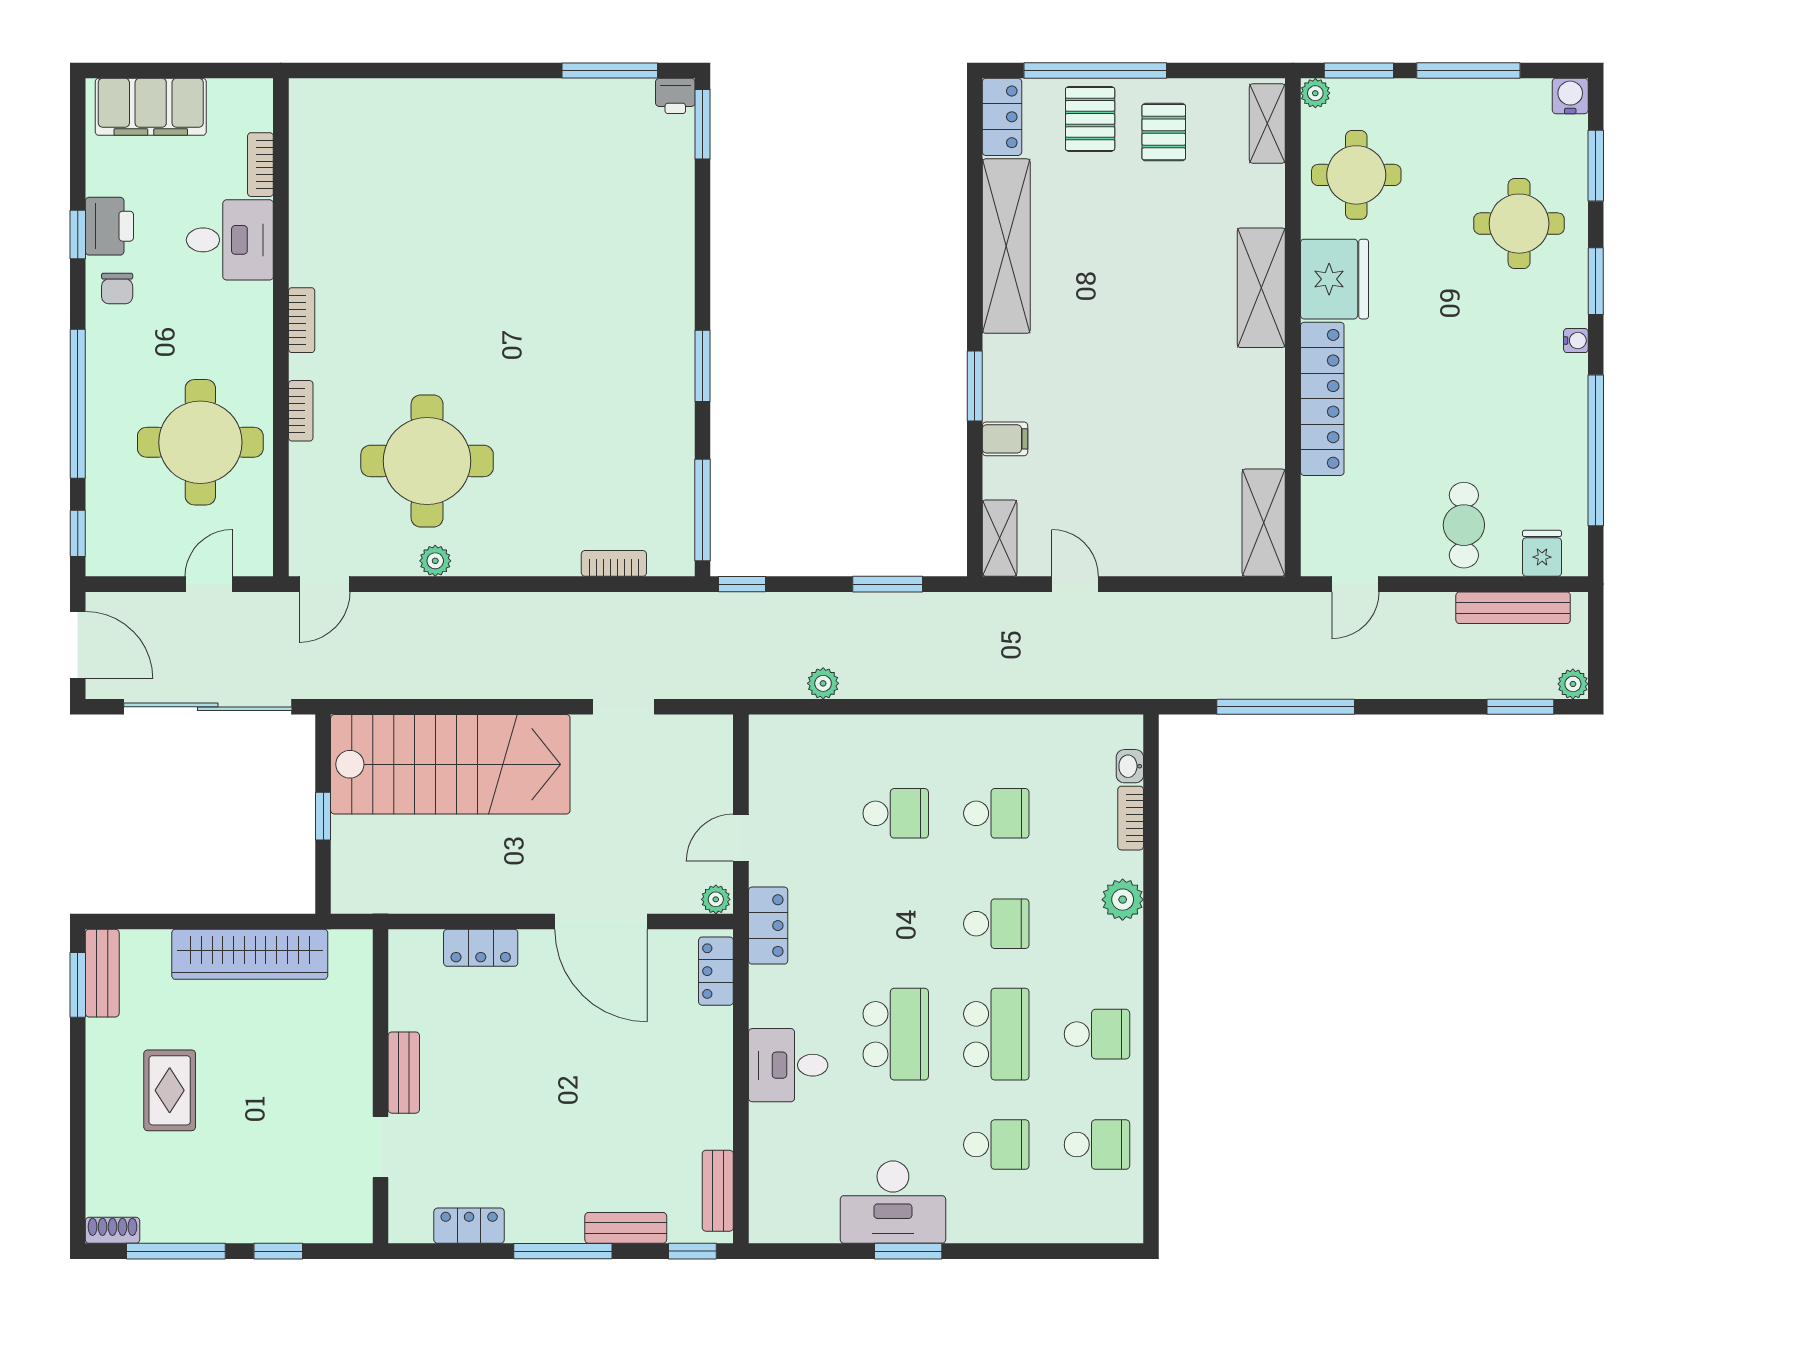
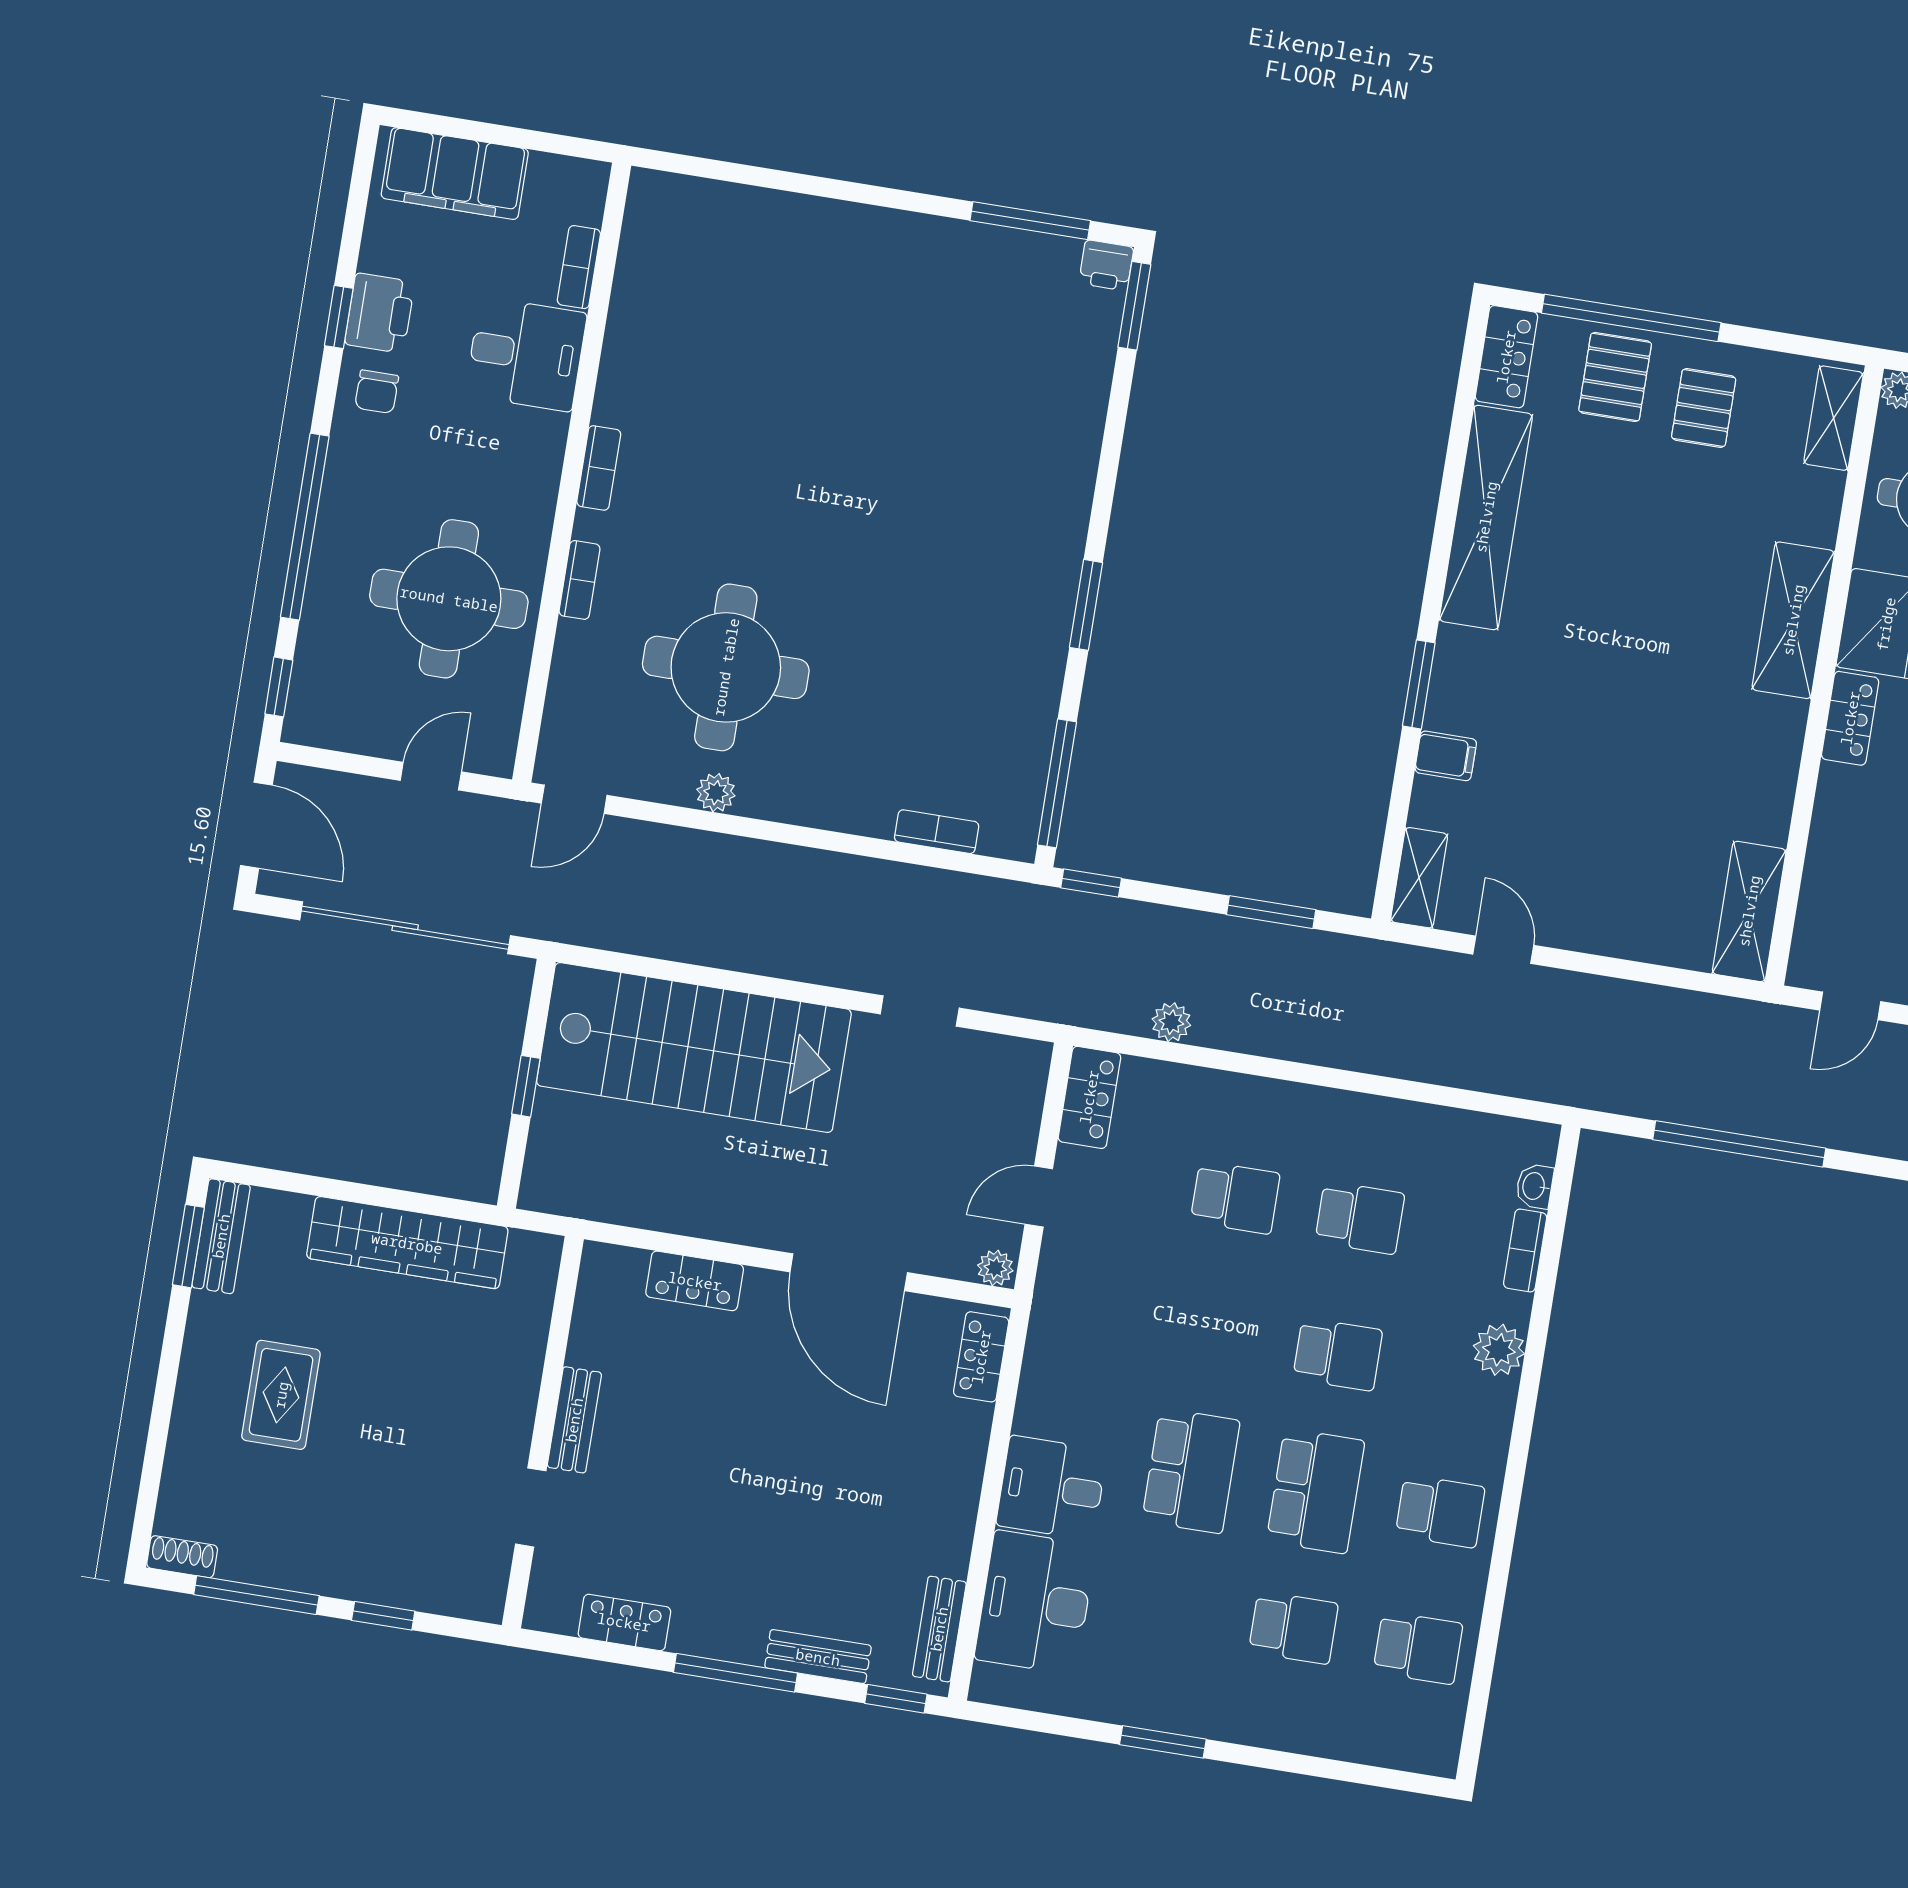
locker: (1322, 399) -> (1850, 718), width x0.46, depth x0.83
locker: (768, 926) -> (1089, 1097), moved
desk: (893, 1202) -> (1035, 1602), moved, turned 90

